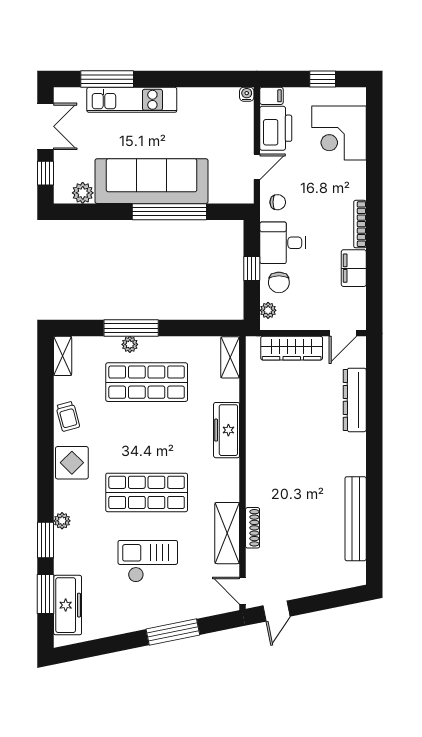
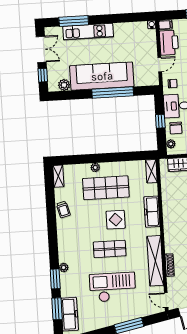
window: (131, 328) -> (95, 158), removed
display table: (72, 463) -> (116, 220), moved
shop shelf: (147, 492) -> (110, 249), width x0.70, depth x0.74
shelving: (227, 533) -> (155, 261), width x1.47
checkout: (148, 561) -> (113, 287), width x1.36, depth x1.21

